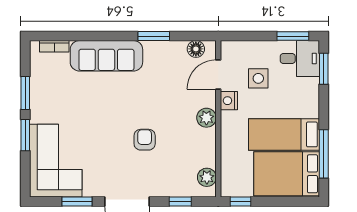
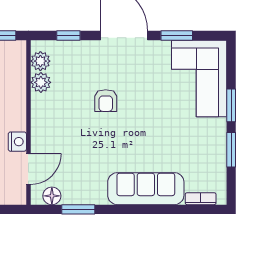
window: (154, 36) -> (78, 209), moved
plant: (206, 118) -> (41, 82), moved

